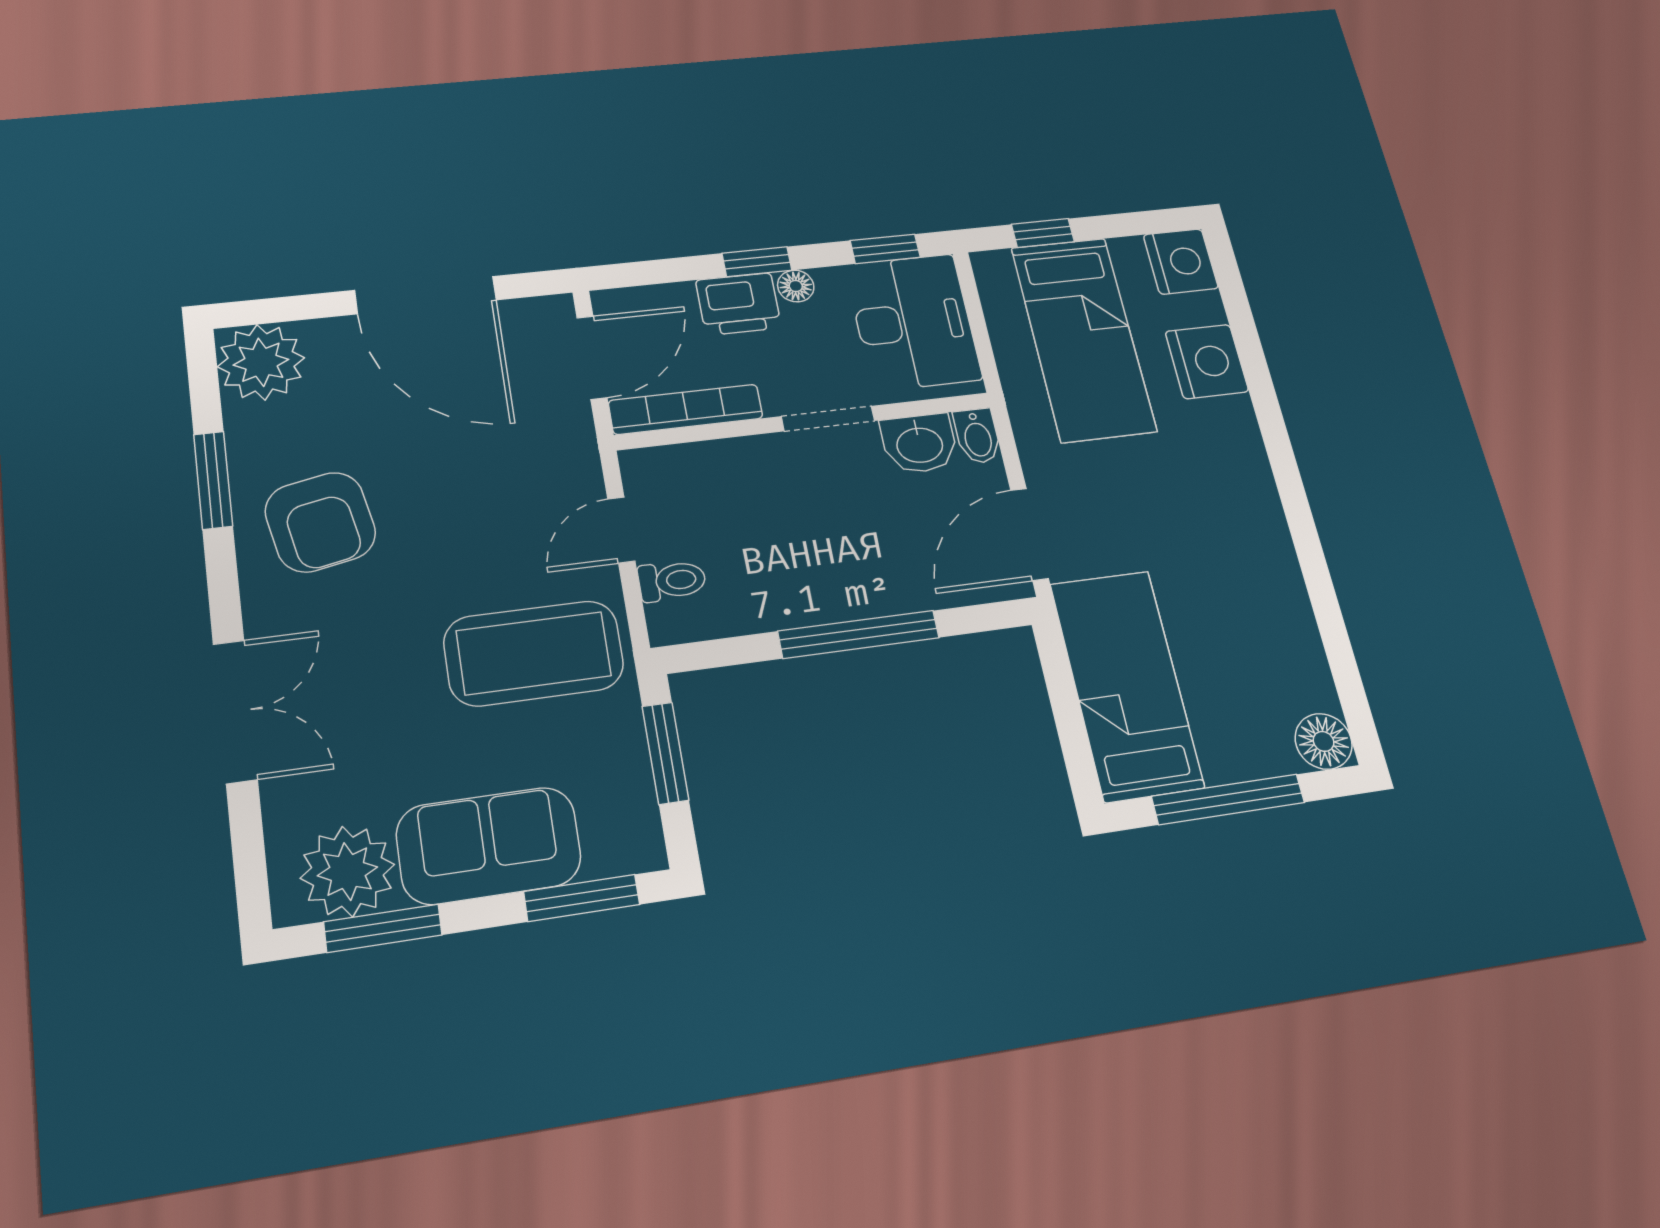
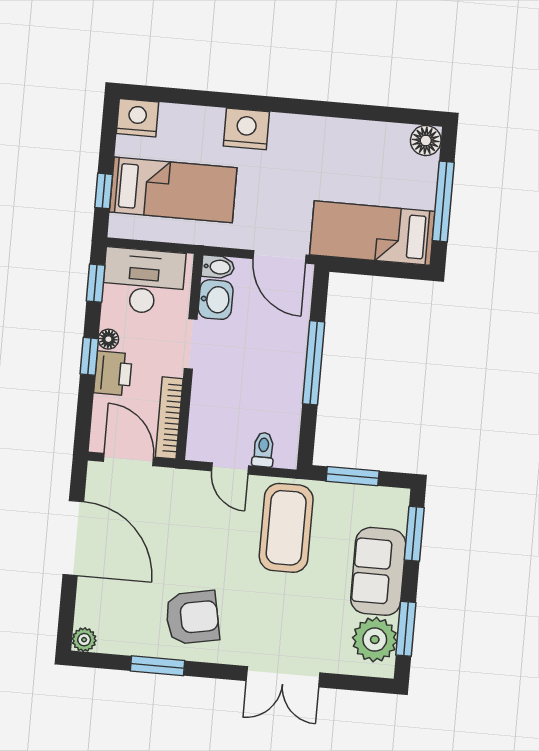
door: (426, 295) -> (73, 538), hinge flipped
nightstand: (1207, 361) -> (246, 129), moved
plant: (261, 362) -> (84, 640), width x0.53, depth x0.53
double door: (235, 711) -> (283, 677), swing flipped

